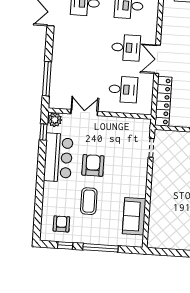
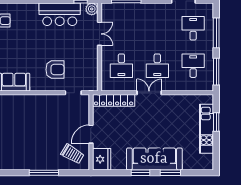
armchair: (93, 165) -> (55, 70), moved
coffee table: (89, 201) -> (24, 43), removed

